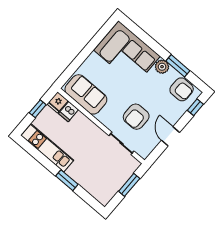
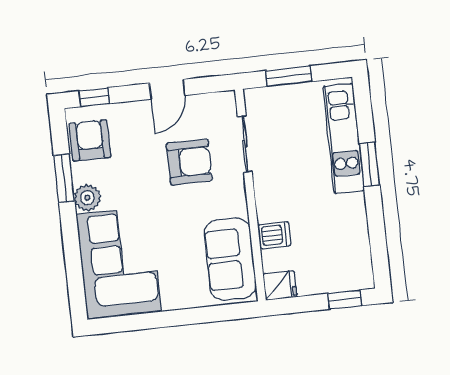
window: (38, 109) -> (345, 300), moved
dishwasher: (69, 112) -> (274, 235), moved
kitchen unit: (47, 148) -> (344, 139), moved

